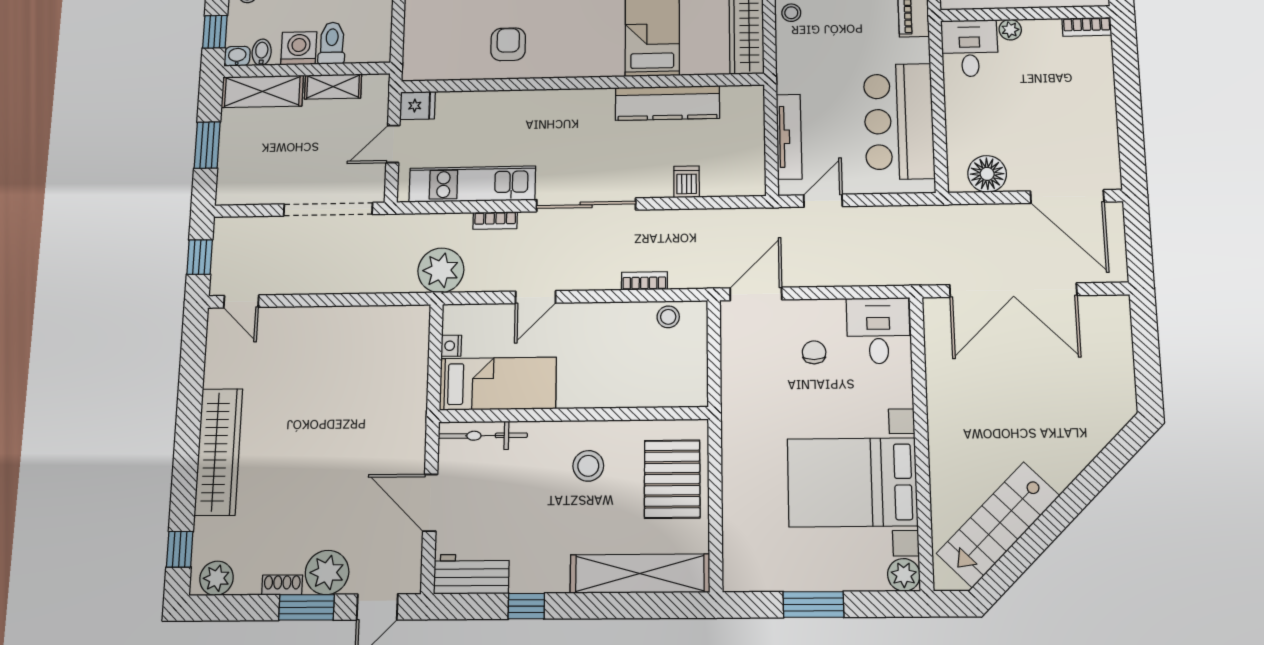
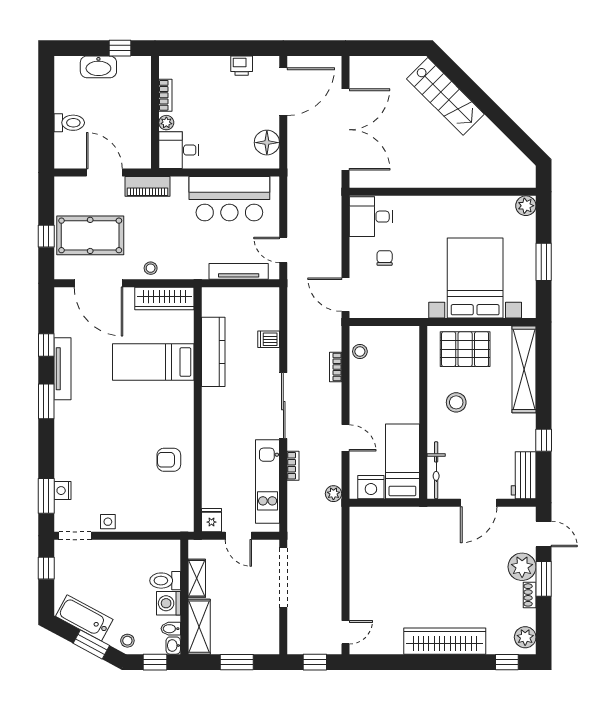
bookcase: (1087, 27) -> (165, 95), moved
printer: (1104, 135) -> (242, 66), added
plant: (441, 270) -> (333, 494), width x0.53, depth x0.53
nightstand: (451, 346) -> (371, 487), width x1.89, depth x1.79
chair: (814, 352) -> (385, 258), turned 90
bed with nightstands: (852, 482) -> (475, 278), moved, turned 180
stairs: (998, 524) -> (445, 96), moved

